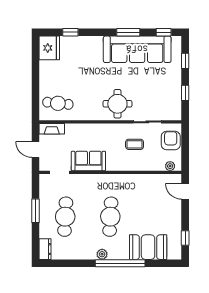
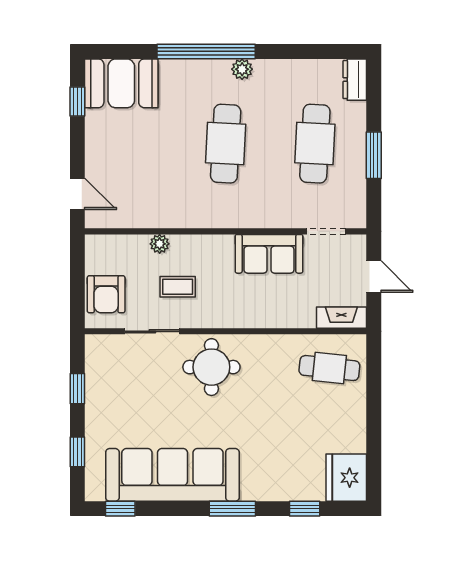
window: (128, 32) -> (232, 509), moved
plant: (170, 166) -> (160, 244), moved
booth: (148, 247) -> (121, 83), moved

